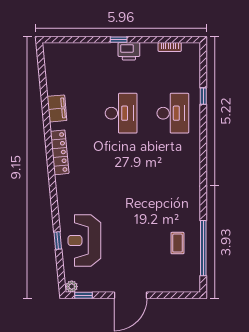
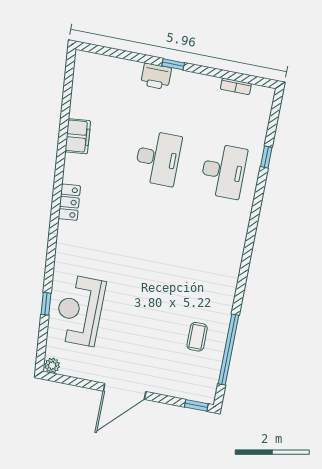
printer: (129, 51) -> (156, 76), moved
locker: (60, 152) -> (69, 202), width x0.66
window: (84, 295) -> (196, 405), moved

